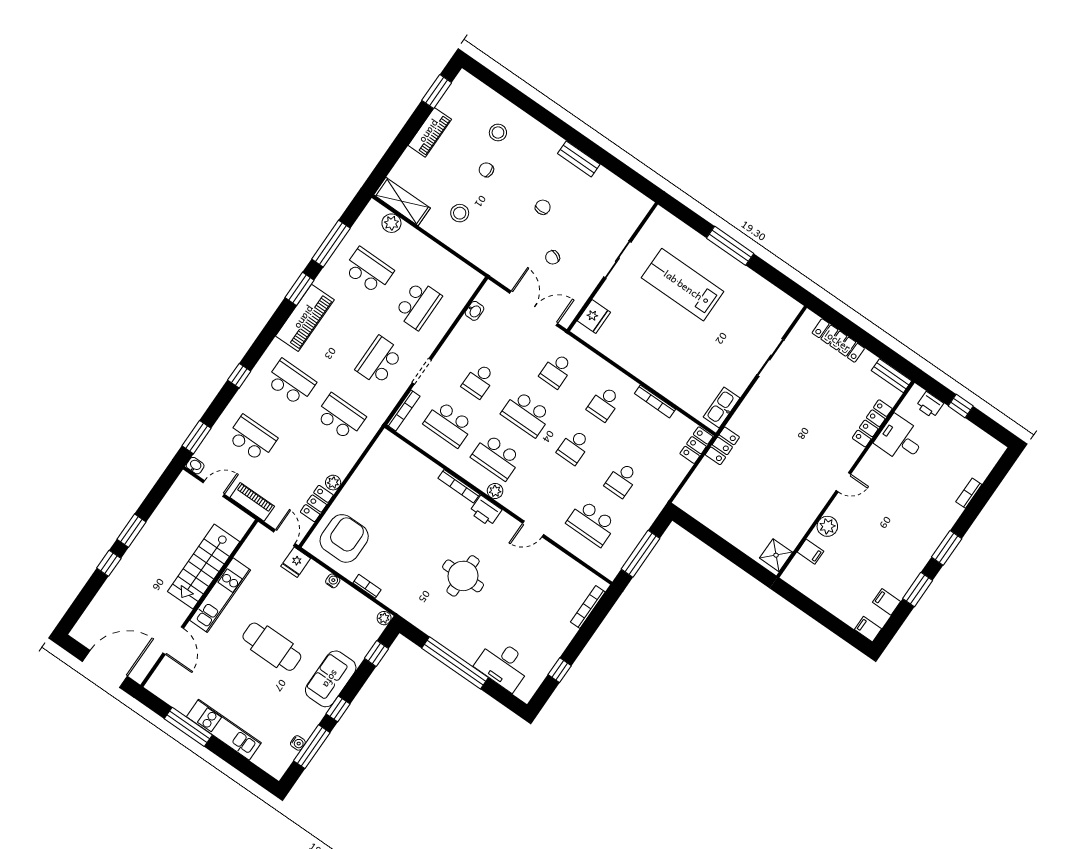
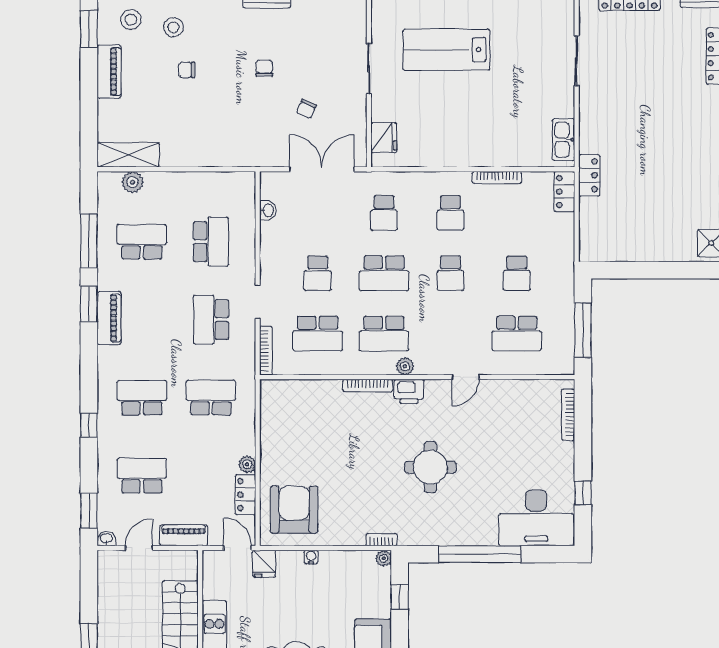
stool: (460, 213) -> (131, 20), moved
piano: (305, 318) -> (109, 318), width x0.73, depth x0.75
bookcase: (367, 586) -> (381, 540), moved
desk: (503, 665) -> (536, 518), width x1.36, depth x1.30

